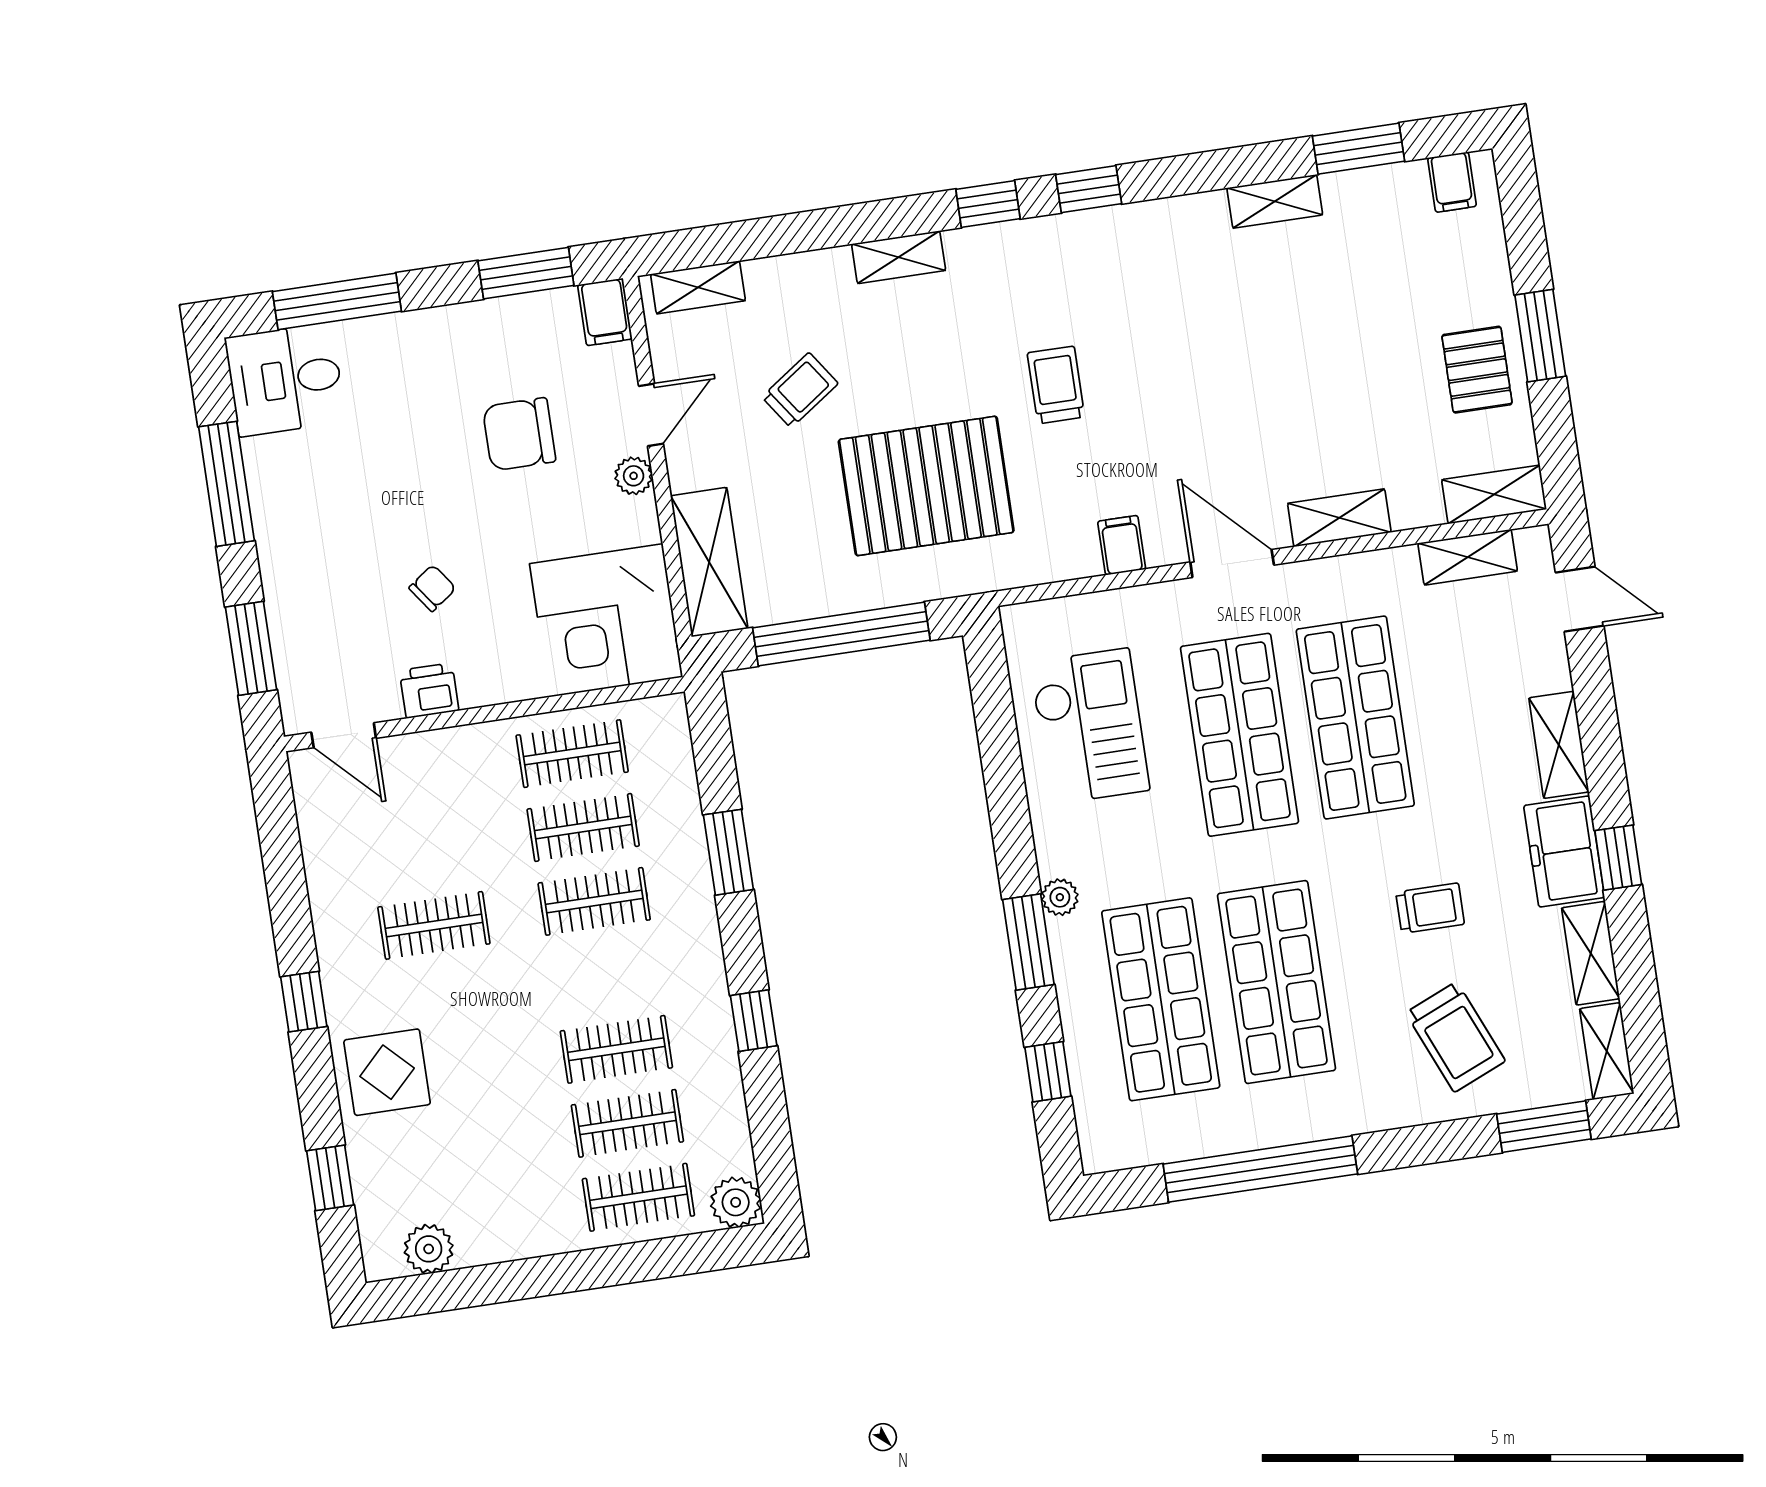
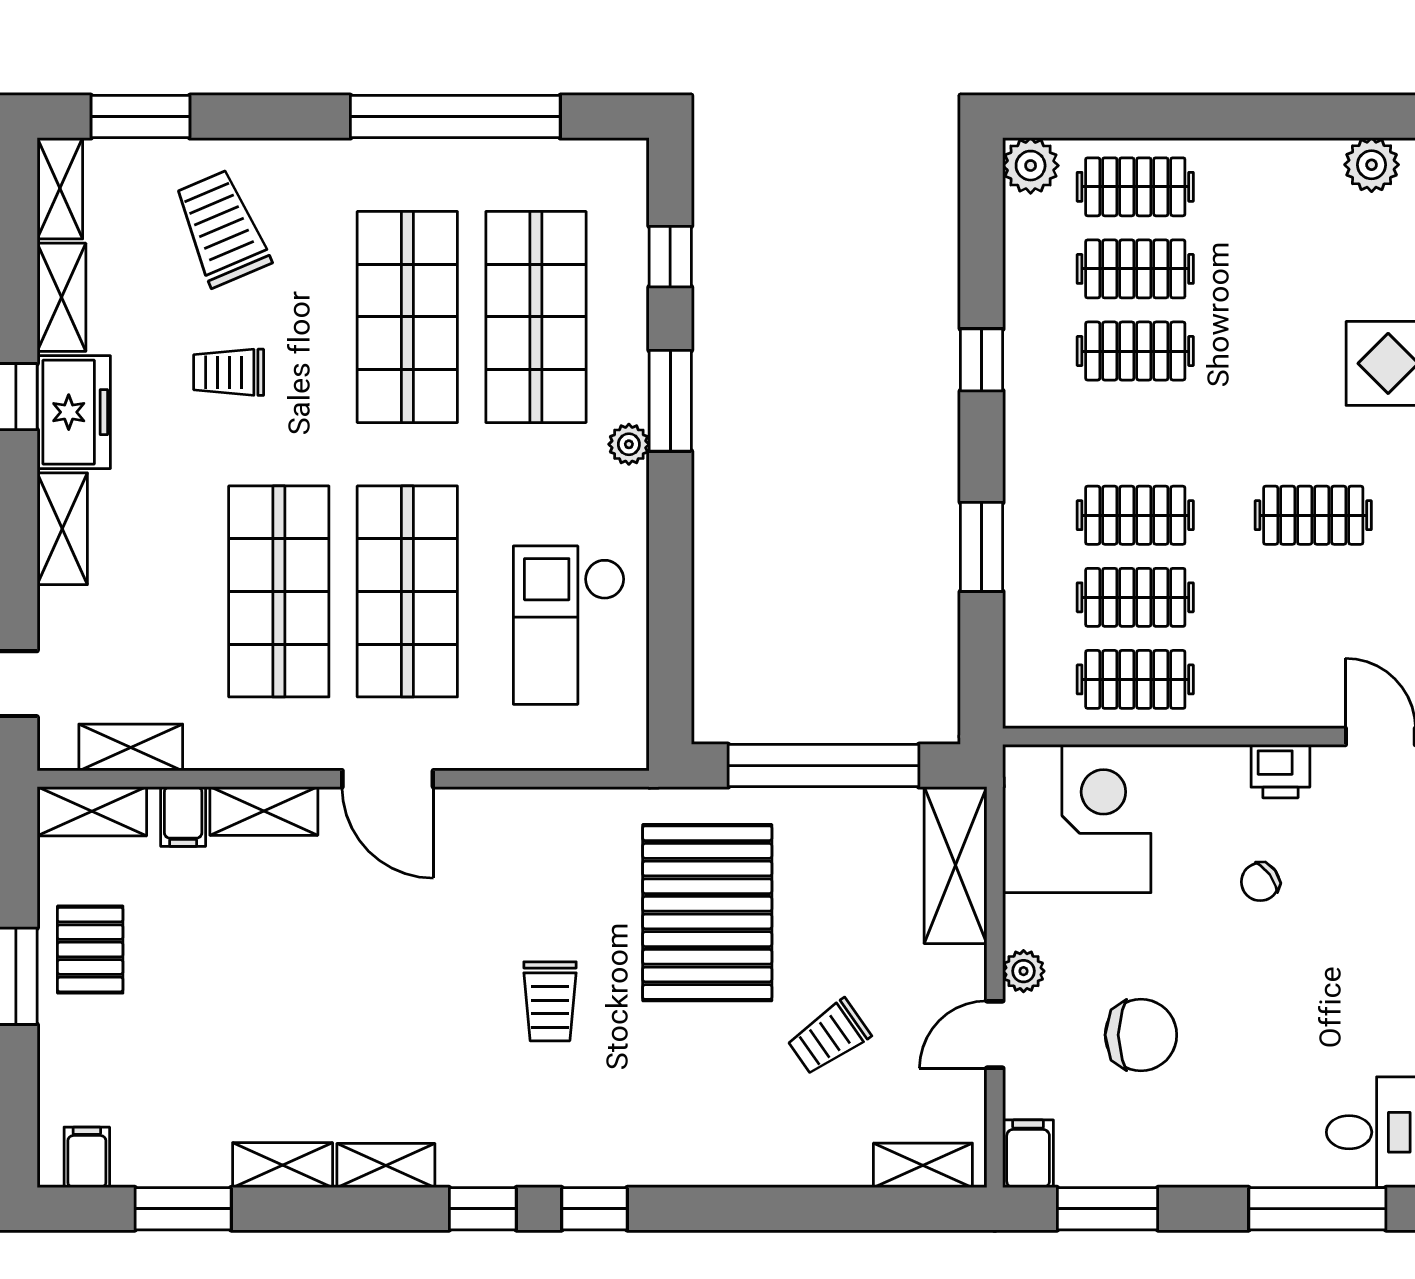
shelving: (899, 257) -> (386, 1166), moved
pallet: (926, 486) -> (707, 913), turned 90
filing cabinet: (1122, 545) -> (183, 817), moved

